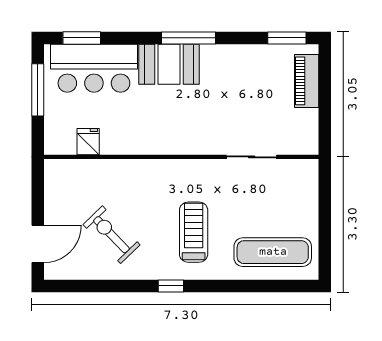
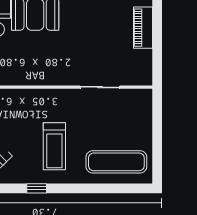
treadmill: (194, 232) -> (54, 146), turned 180

